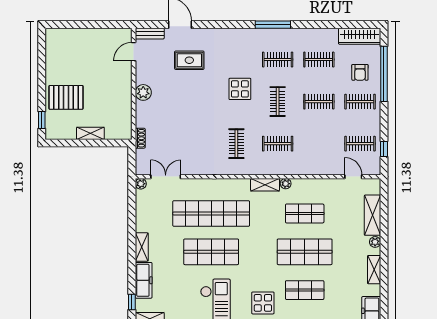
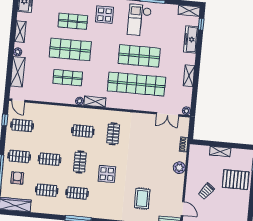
door: (134, 52) -> (183, 209), hinge flipped
rug: (189, 60) -> (142, 199), turned 90
trolley: (104, 78) -> (206, 191), added
plant: (143, 92) -> (179, 168), moved
door: (353, 177) -> (18, 100), moved
shelving: (142, 247) -> (189, 76), moved

